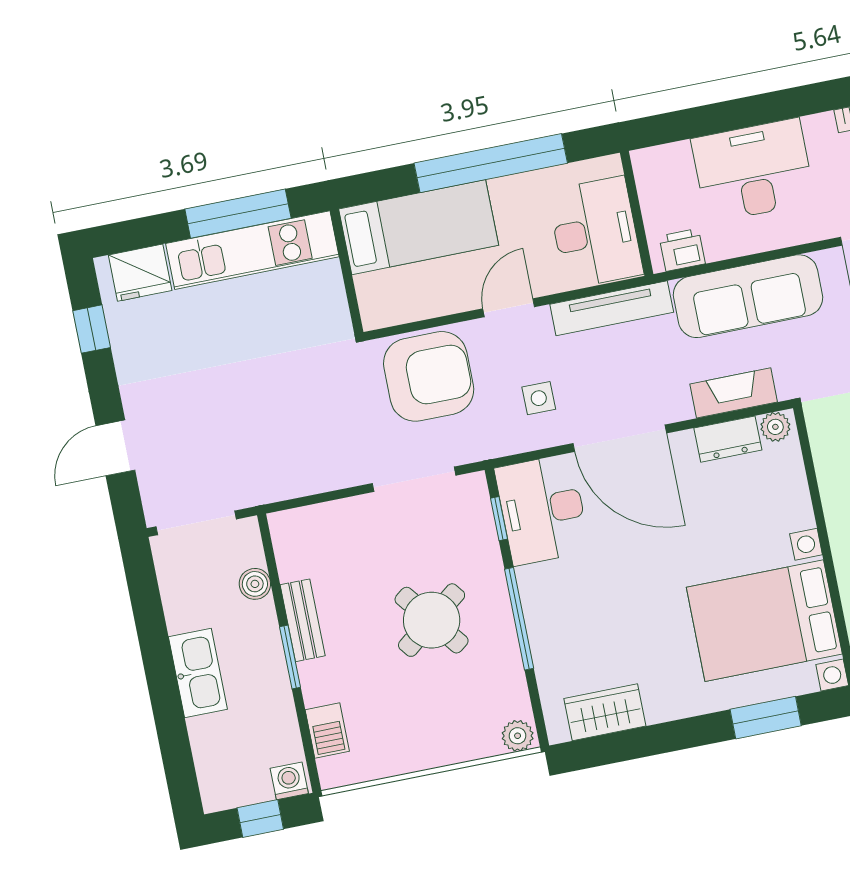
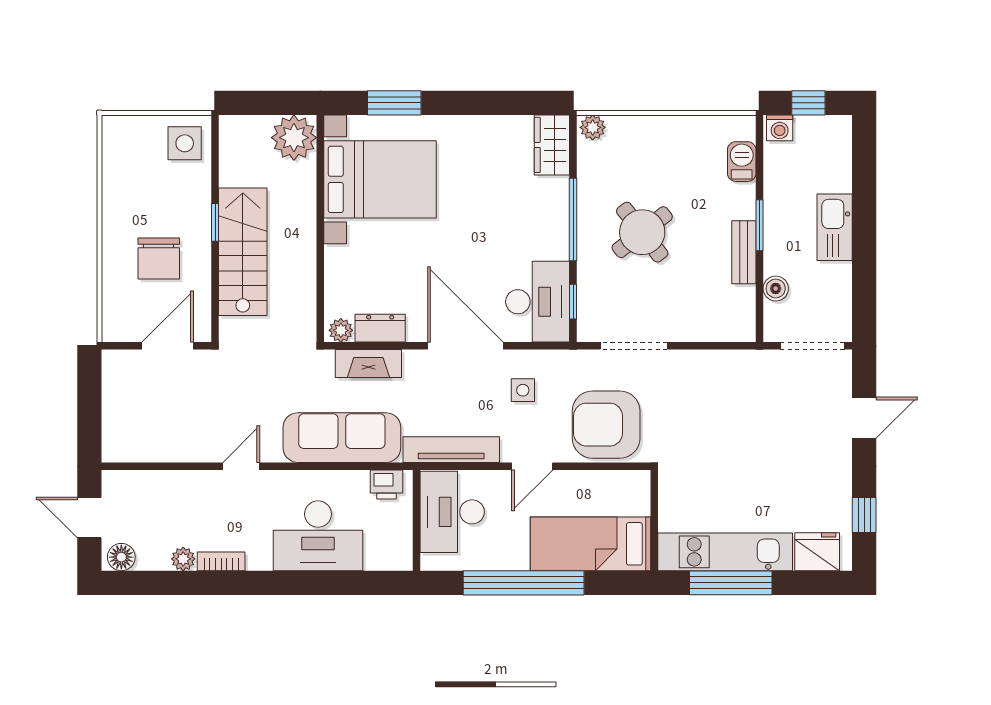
wardrobe: (605, 712) -> (552, 145), moved, turned 90

